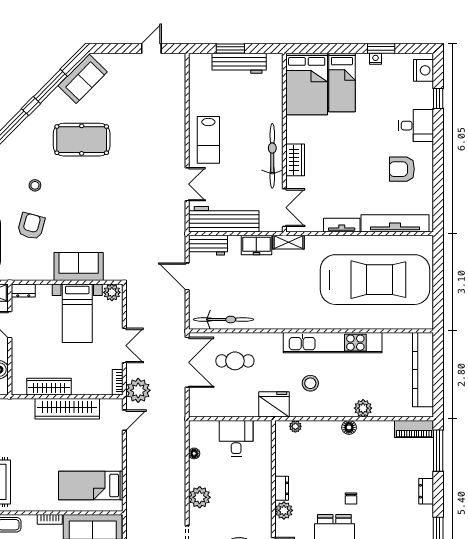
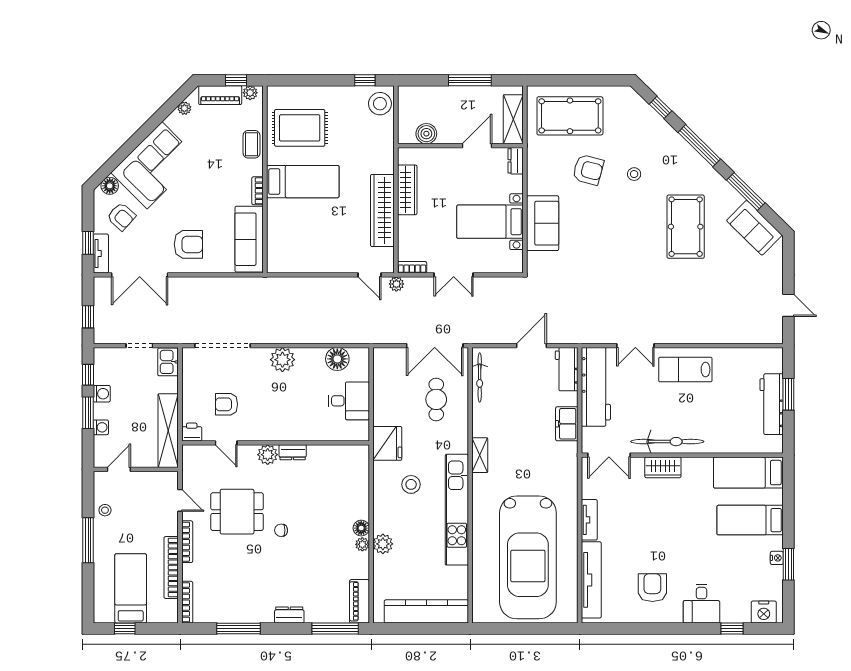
bed: (307, 84) -> (748, 473), width x0.67
shelving: (288, 242) -> (480, 455), moved
plant: (112, 292) -> (513, 261), removed
bicycle: (223, 320) -> (480, 377), width x0.73, depth x0.71
plant: (138, 390) -> (396, 284), width x0.53, depth x0.53
plant: (295, 426) -> (362, 544), moved
floor lamp: (194, 453) -> (337, 359), width x1.89, depth x1.89
bed: (91, 485) -> (303, 182), moved, turned 90

